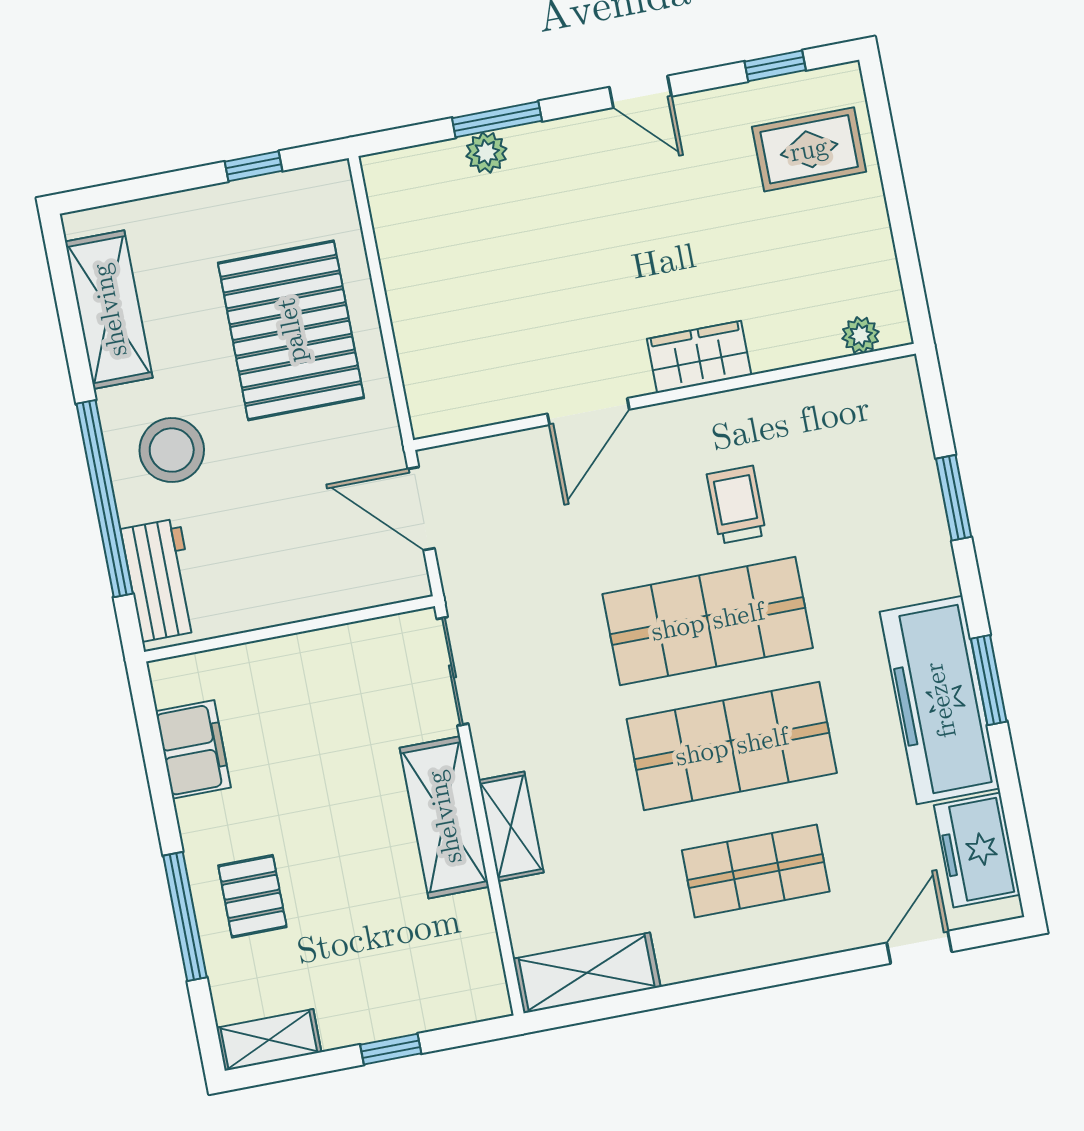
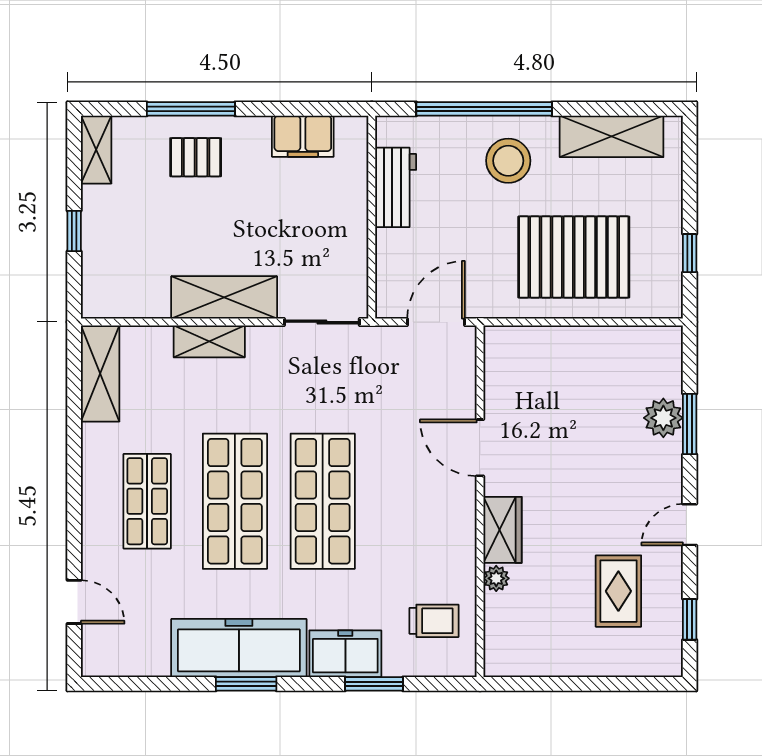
rug: (809, 149) -> (618, 591), moved
plant: (486, 153) -> (663, 418), width x1.38, depth x1.38
plant: (861, 335) -> (496, 578), moved
trolley: (736, 505) -> (434, 621), moved
workbench: (160, 580) -> (396, 187), moved, turned -90
freezer: (977, 850) -> (345, 654), moved

